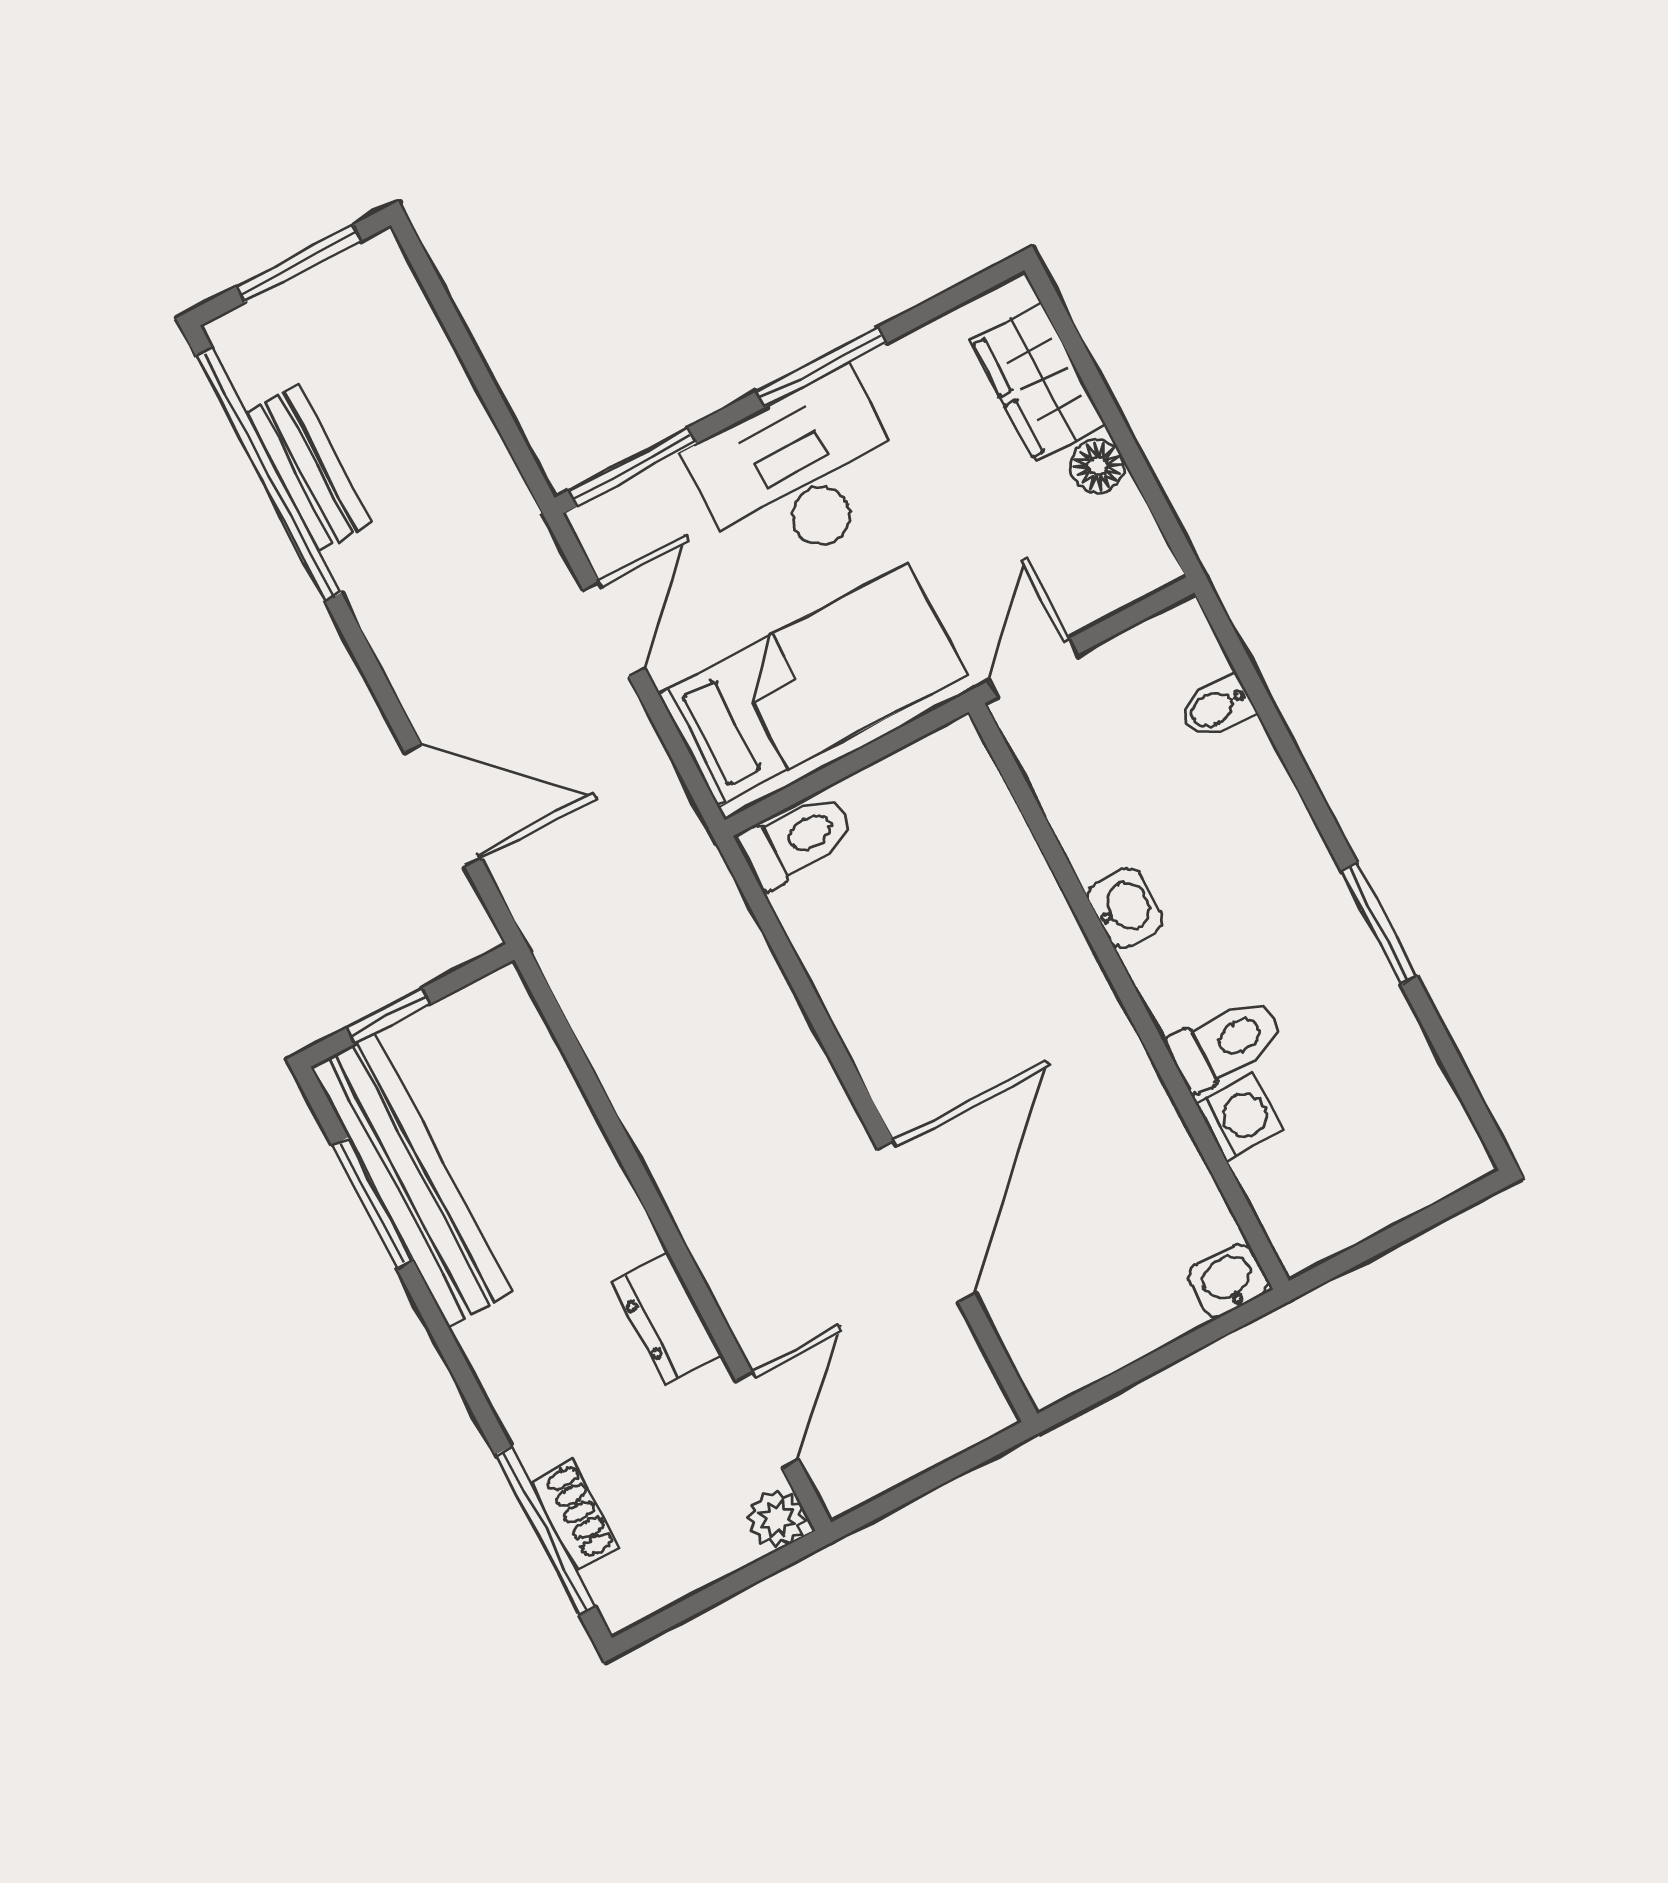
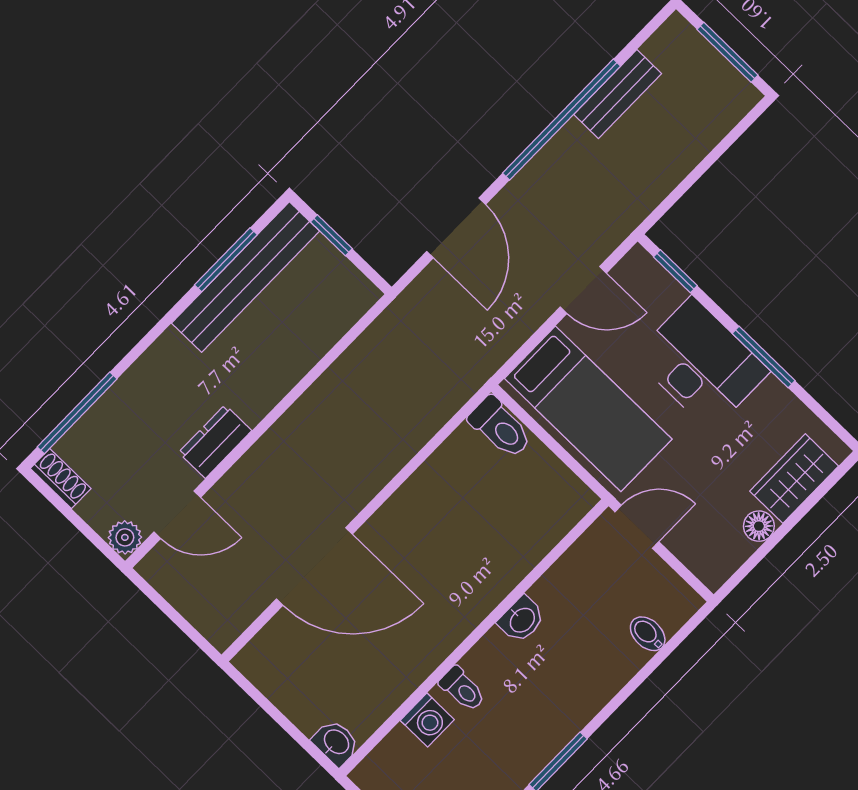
window: (632, 467) -> (675, 271), width x0.67
window: (269, 475) -> (561, 120), moved
toilet: (1225, 1044) -> (462, 689), width x0.73, depth x0.72
shoe rack: (574, 1515) -> (61, 479), moved, turned -90

